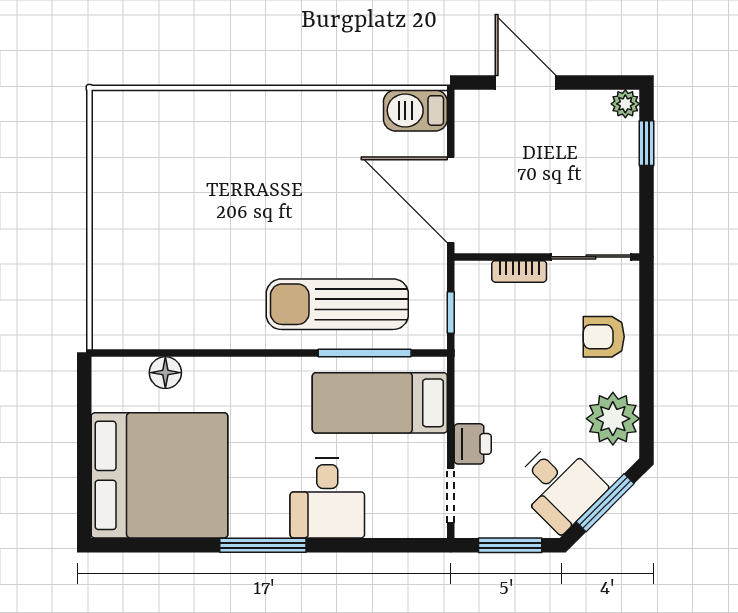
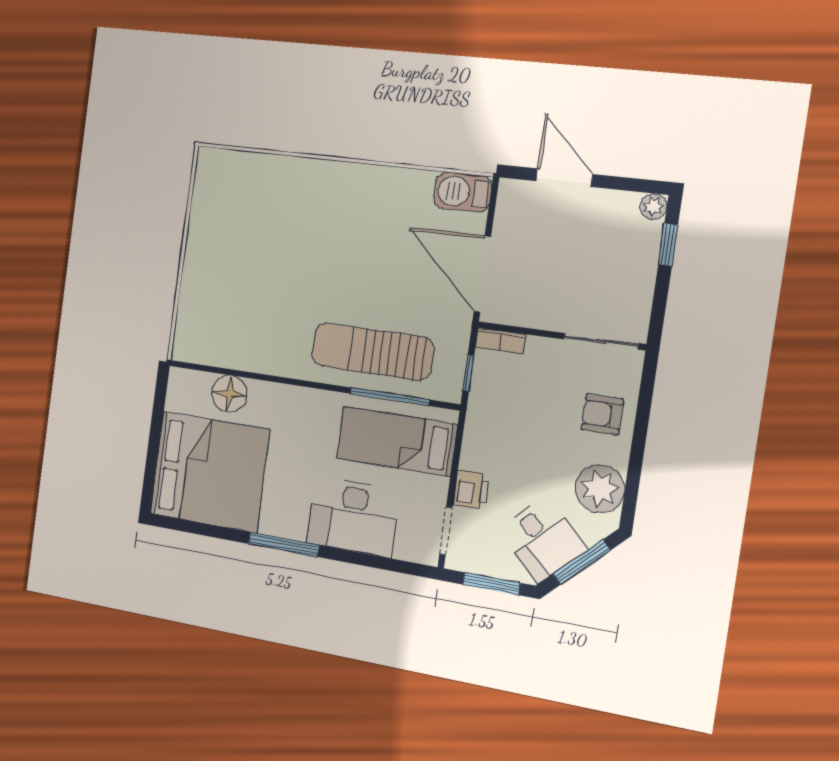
bookcase: (519, 271) -> (500, 341), moved
floor lamp: (165, 373) -> (229, 394), width x1.38, depth x1.38
desk: (327, 498) -> (353, 517), width x1.37

